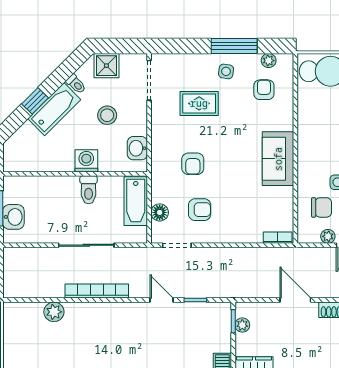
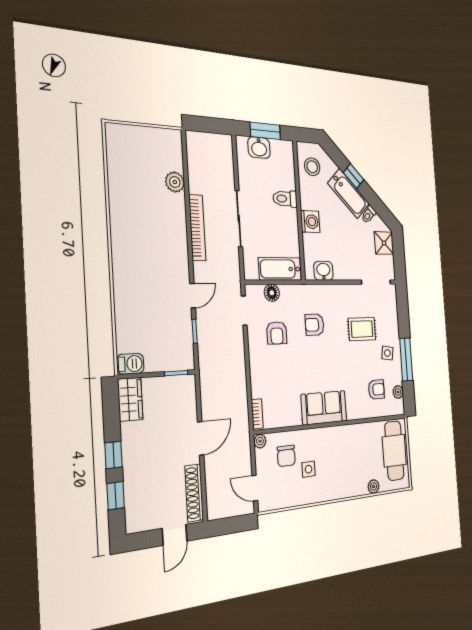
rug: (199, 103) -> (362, 329), turned 90
stool: (107, 115) -> (312, 167), moved
toilet: (89, 190) -> (285, 199), moved
plant: (328, 236) -> (260, 441), moved
plant: (242, 325) -> (173, 383), removed

